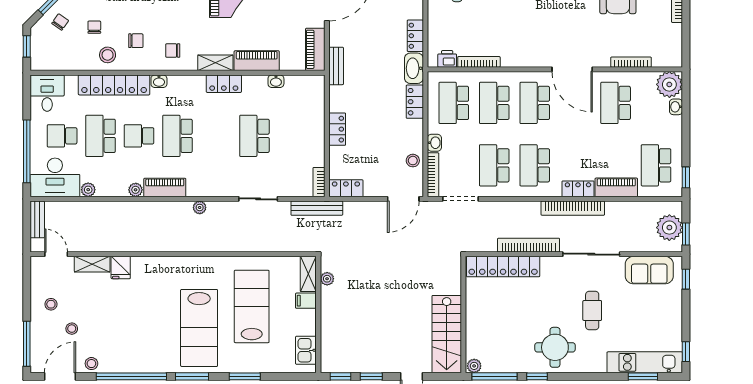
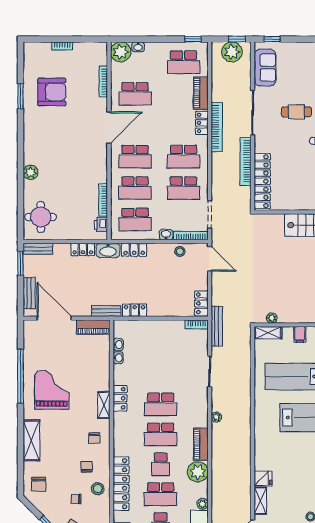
piano: (257, 61) -> (102, 373), removed
washbasin: (159, 81) -> (118, 344), moved
locker: (337, 129) -> (135, 310), moved
school desk: (254, 136) -> (161, 404), moved
plant: (136, 190) -> (198, 472), width x1.88, depth x1.88
filing cabinet: (306, 301) -> (300, 334), moved

